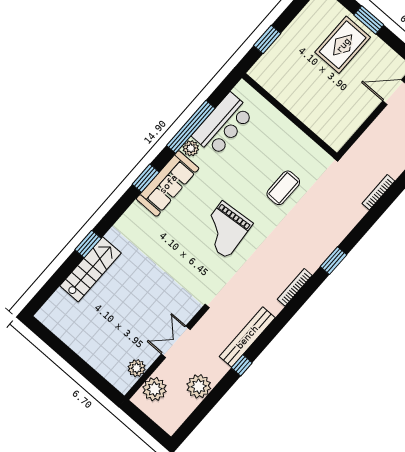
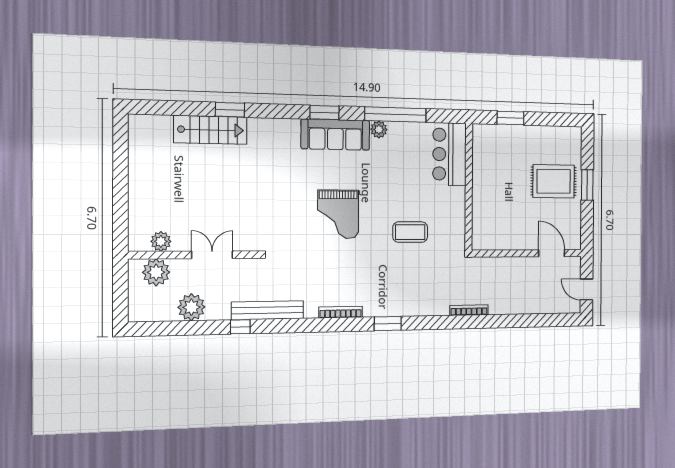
bar counter: (223, 124) -> (449, 154), moved, turned 90
grand piano: (225, 230) -> (338, 214), turned -85

